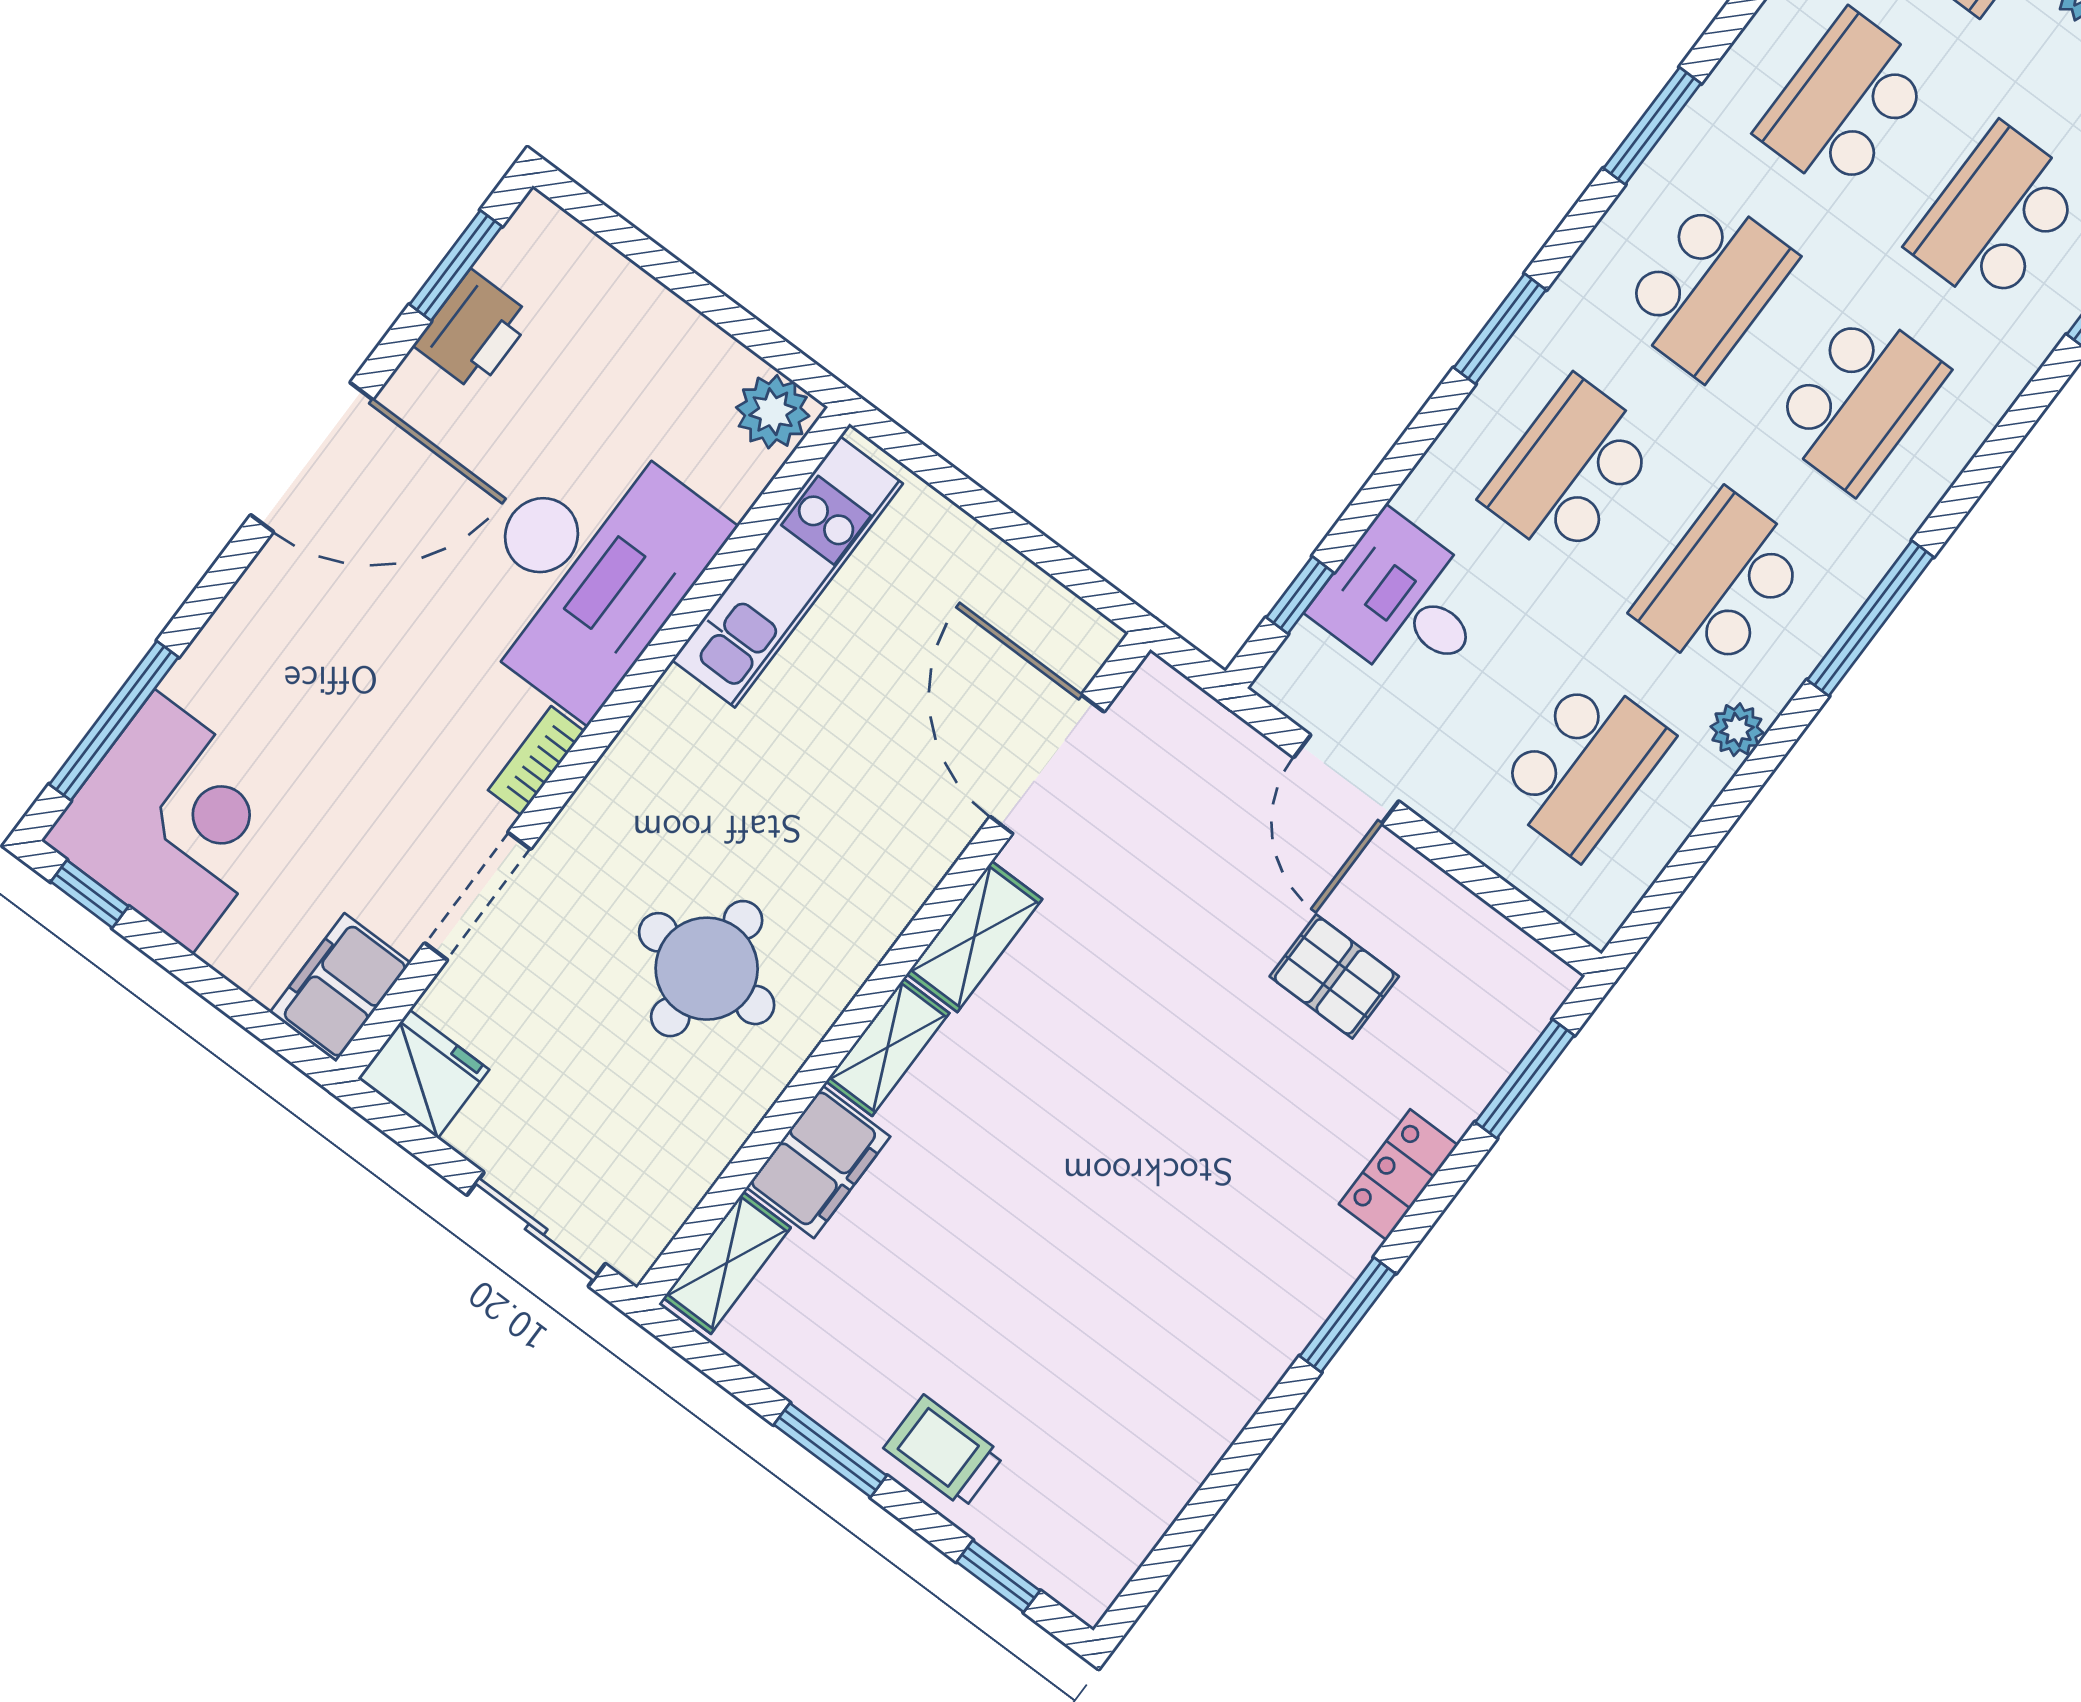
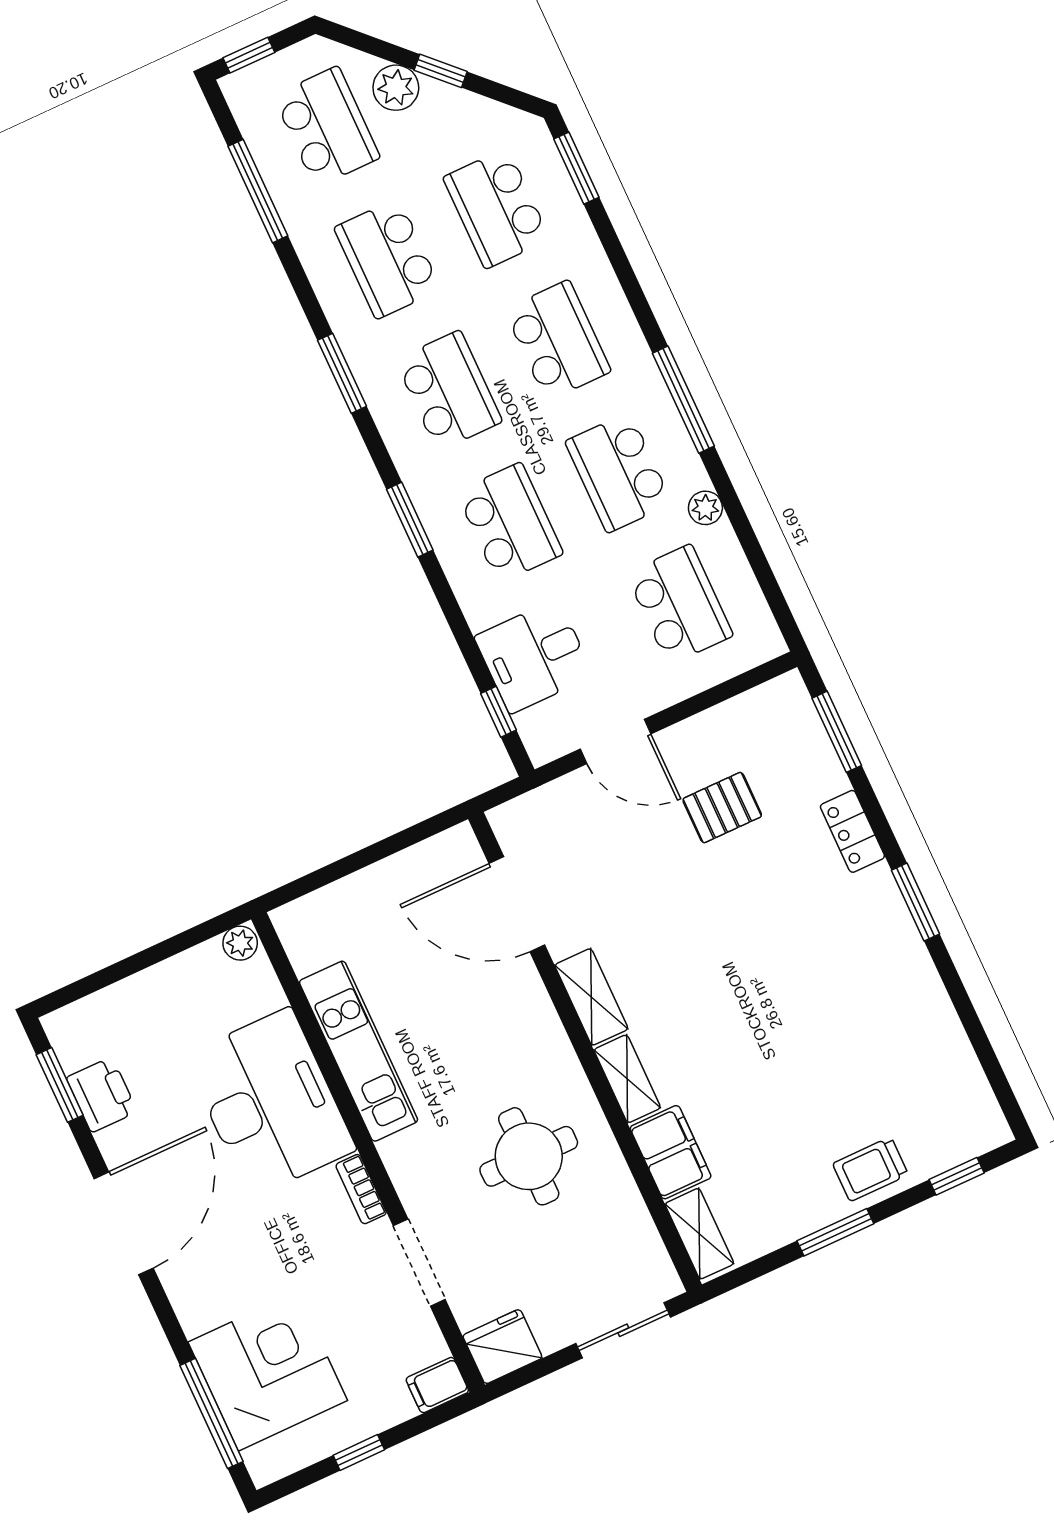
plant: (773, 412) -> (240, 943), width x0.73, depth x0.73
school desk: (1570, 469) -> (510, 523), turned 180
kitchen unit: (787, 572) -> (359, 1051), moved
corner desk: (173, 822) -> (268, 1371), moved
window: (90, 894) -> (359, 1453), moved
filing cabinet: (340, 988) -> (437, 1385), width x0.50

